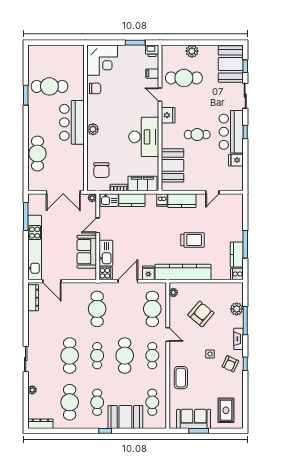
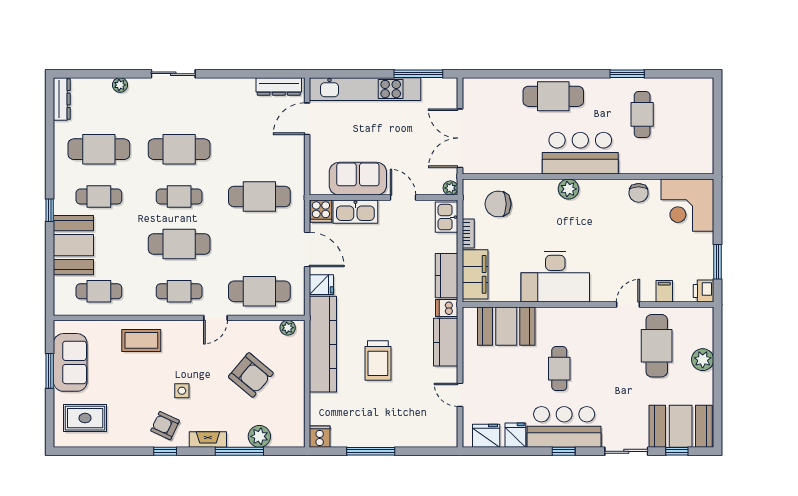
cafe table: (49, 86) -> (642, 114), width x0.73, depth x0.74
fridge: (168, 115) -> (486, 436), moved, turned 180
cafe table: (37, 153) -> (553, 96), moved
kitchen counter: (132, 200) -> (447, 276), moved
kitchen counter: (237, 255) -> (353, 437), removed

